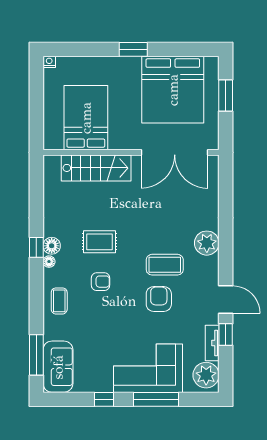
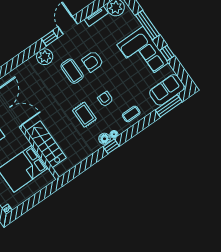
window: (226, 335) -> (49, 38), moved
corner sofa: (148, 368) -> (143, 54), moved

